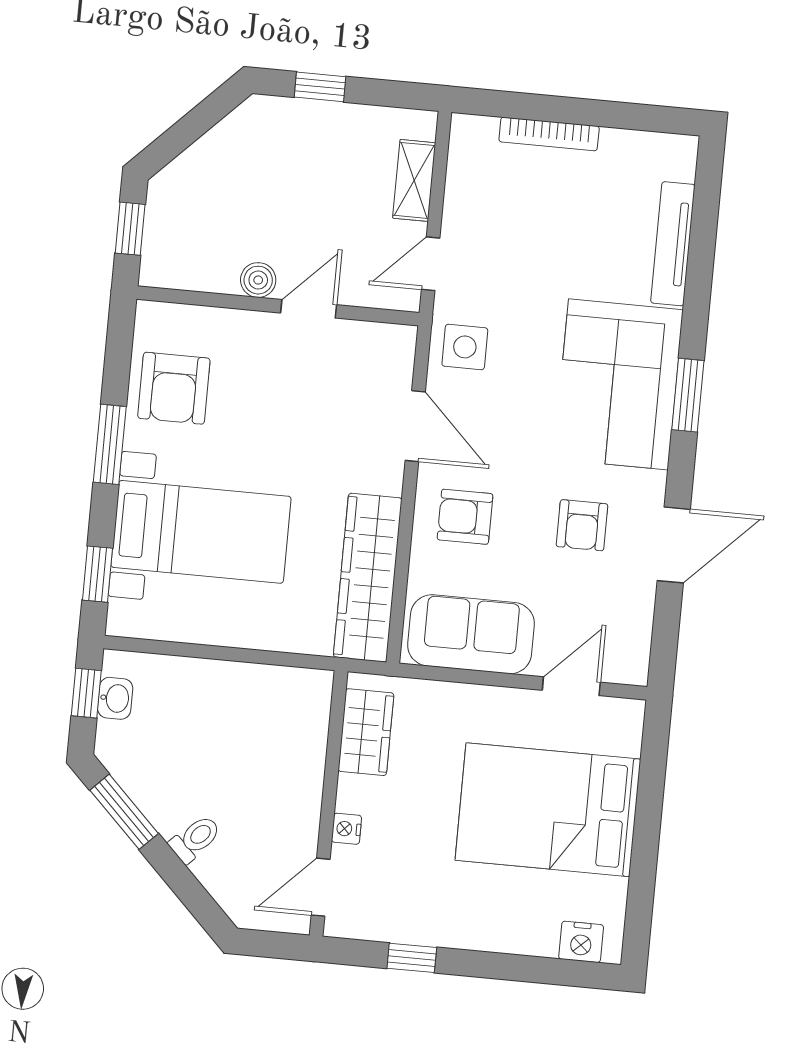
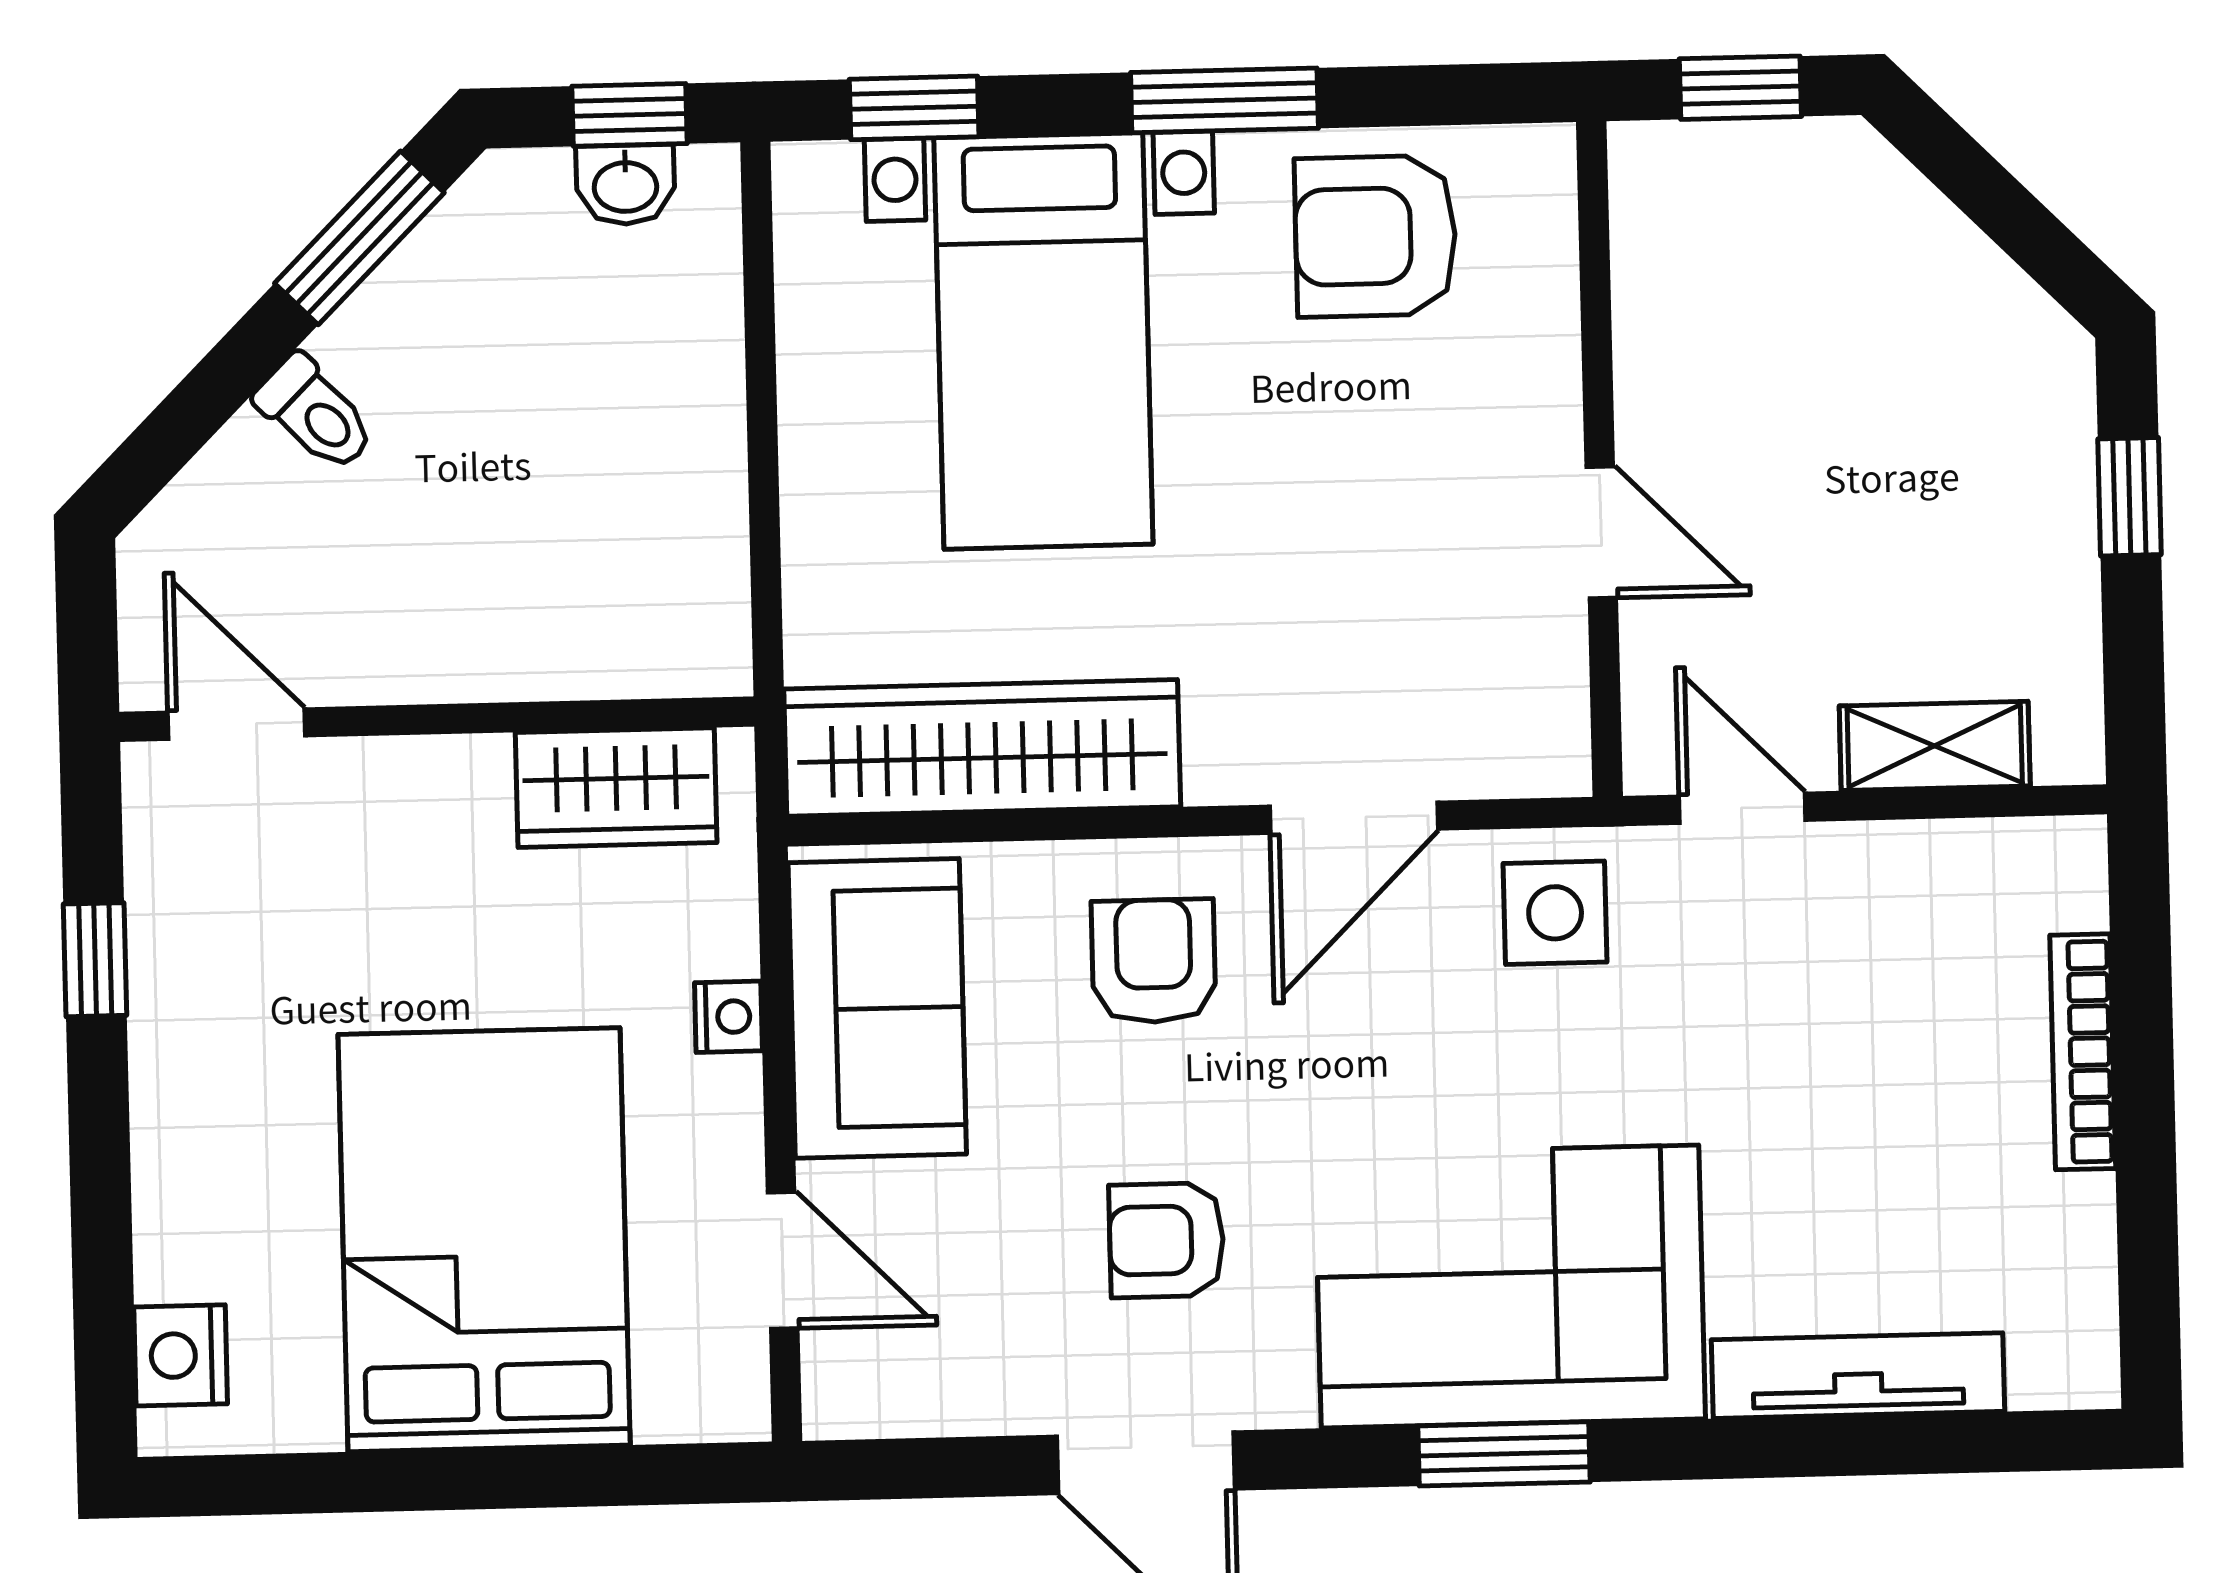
boiler: (258, 280) -> (1655, 405), removed
nightstand: (347, 829) -> (728, 1017), moved, turned 90

